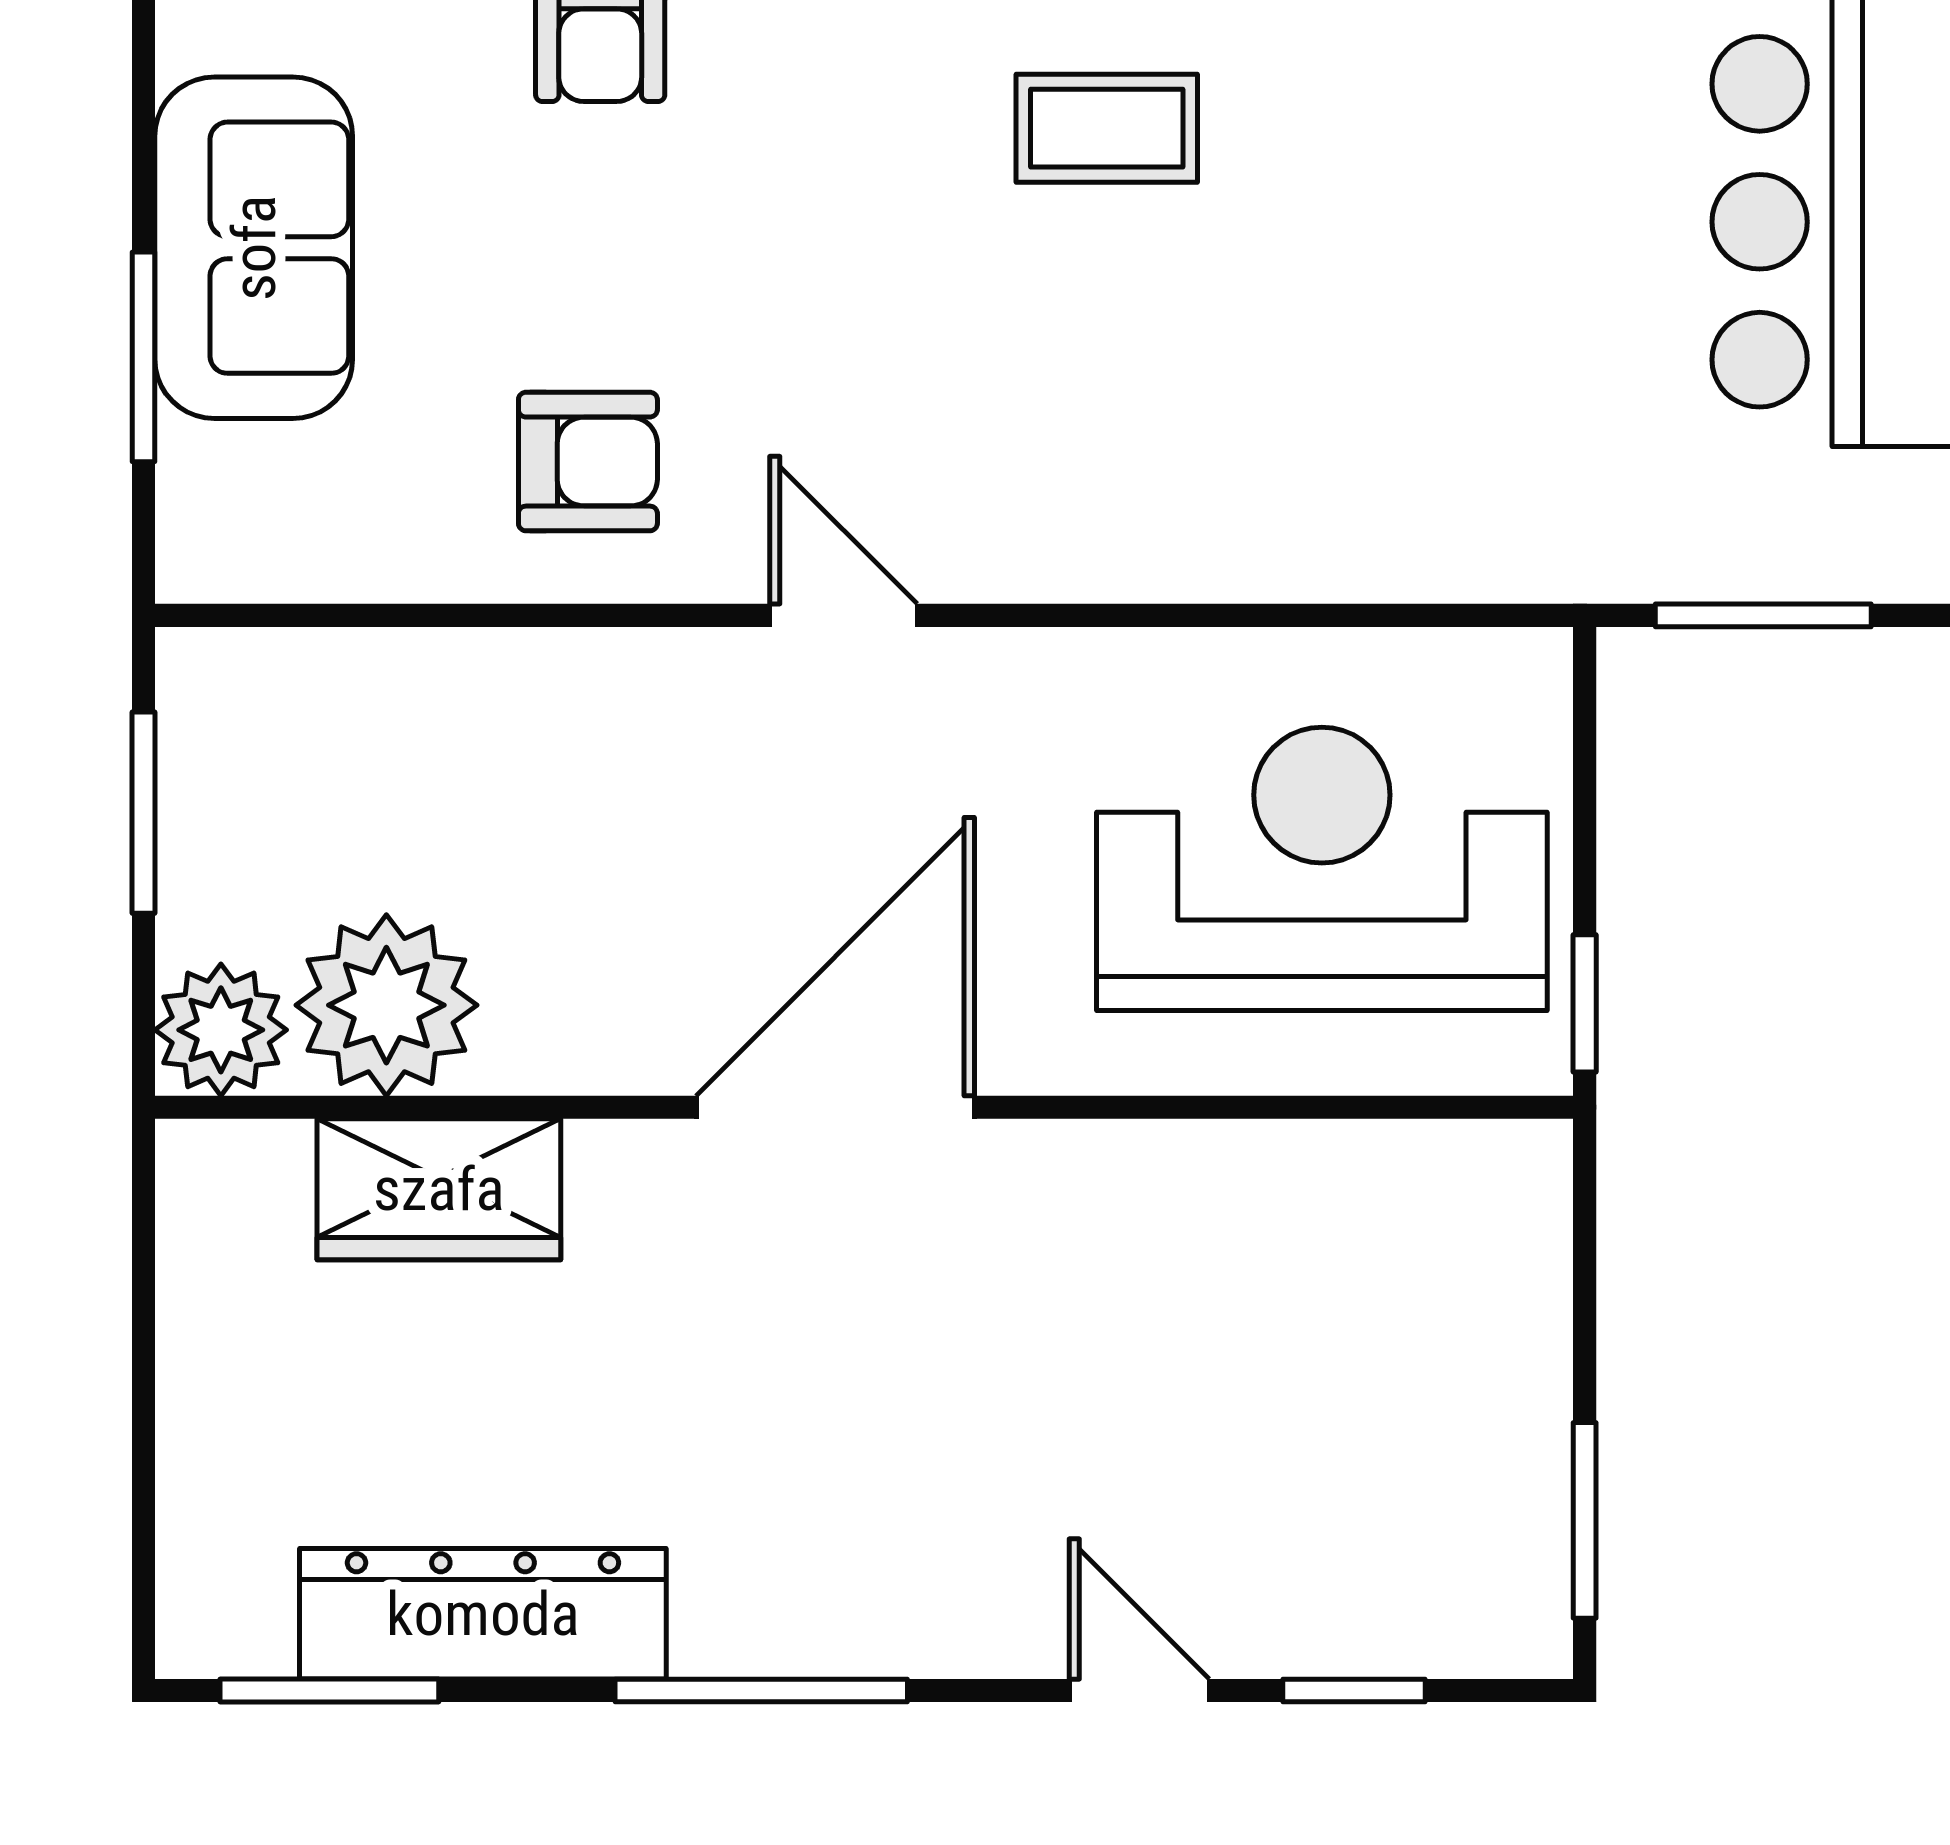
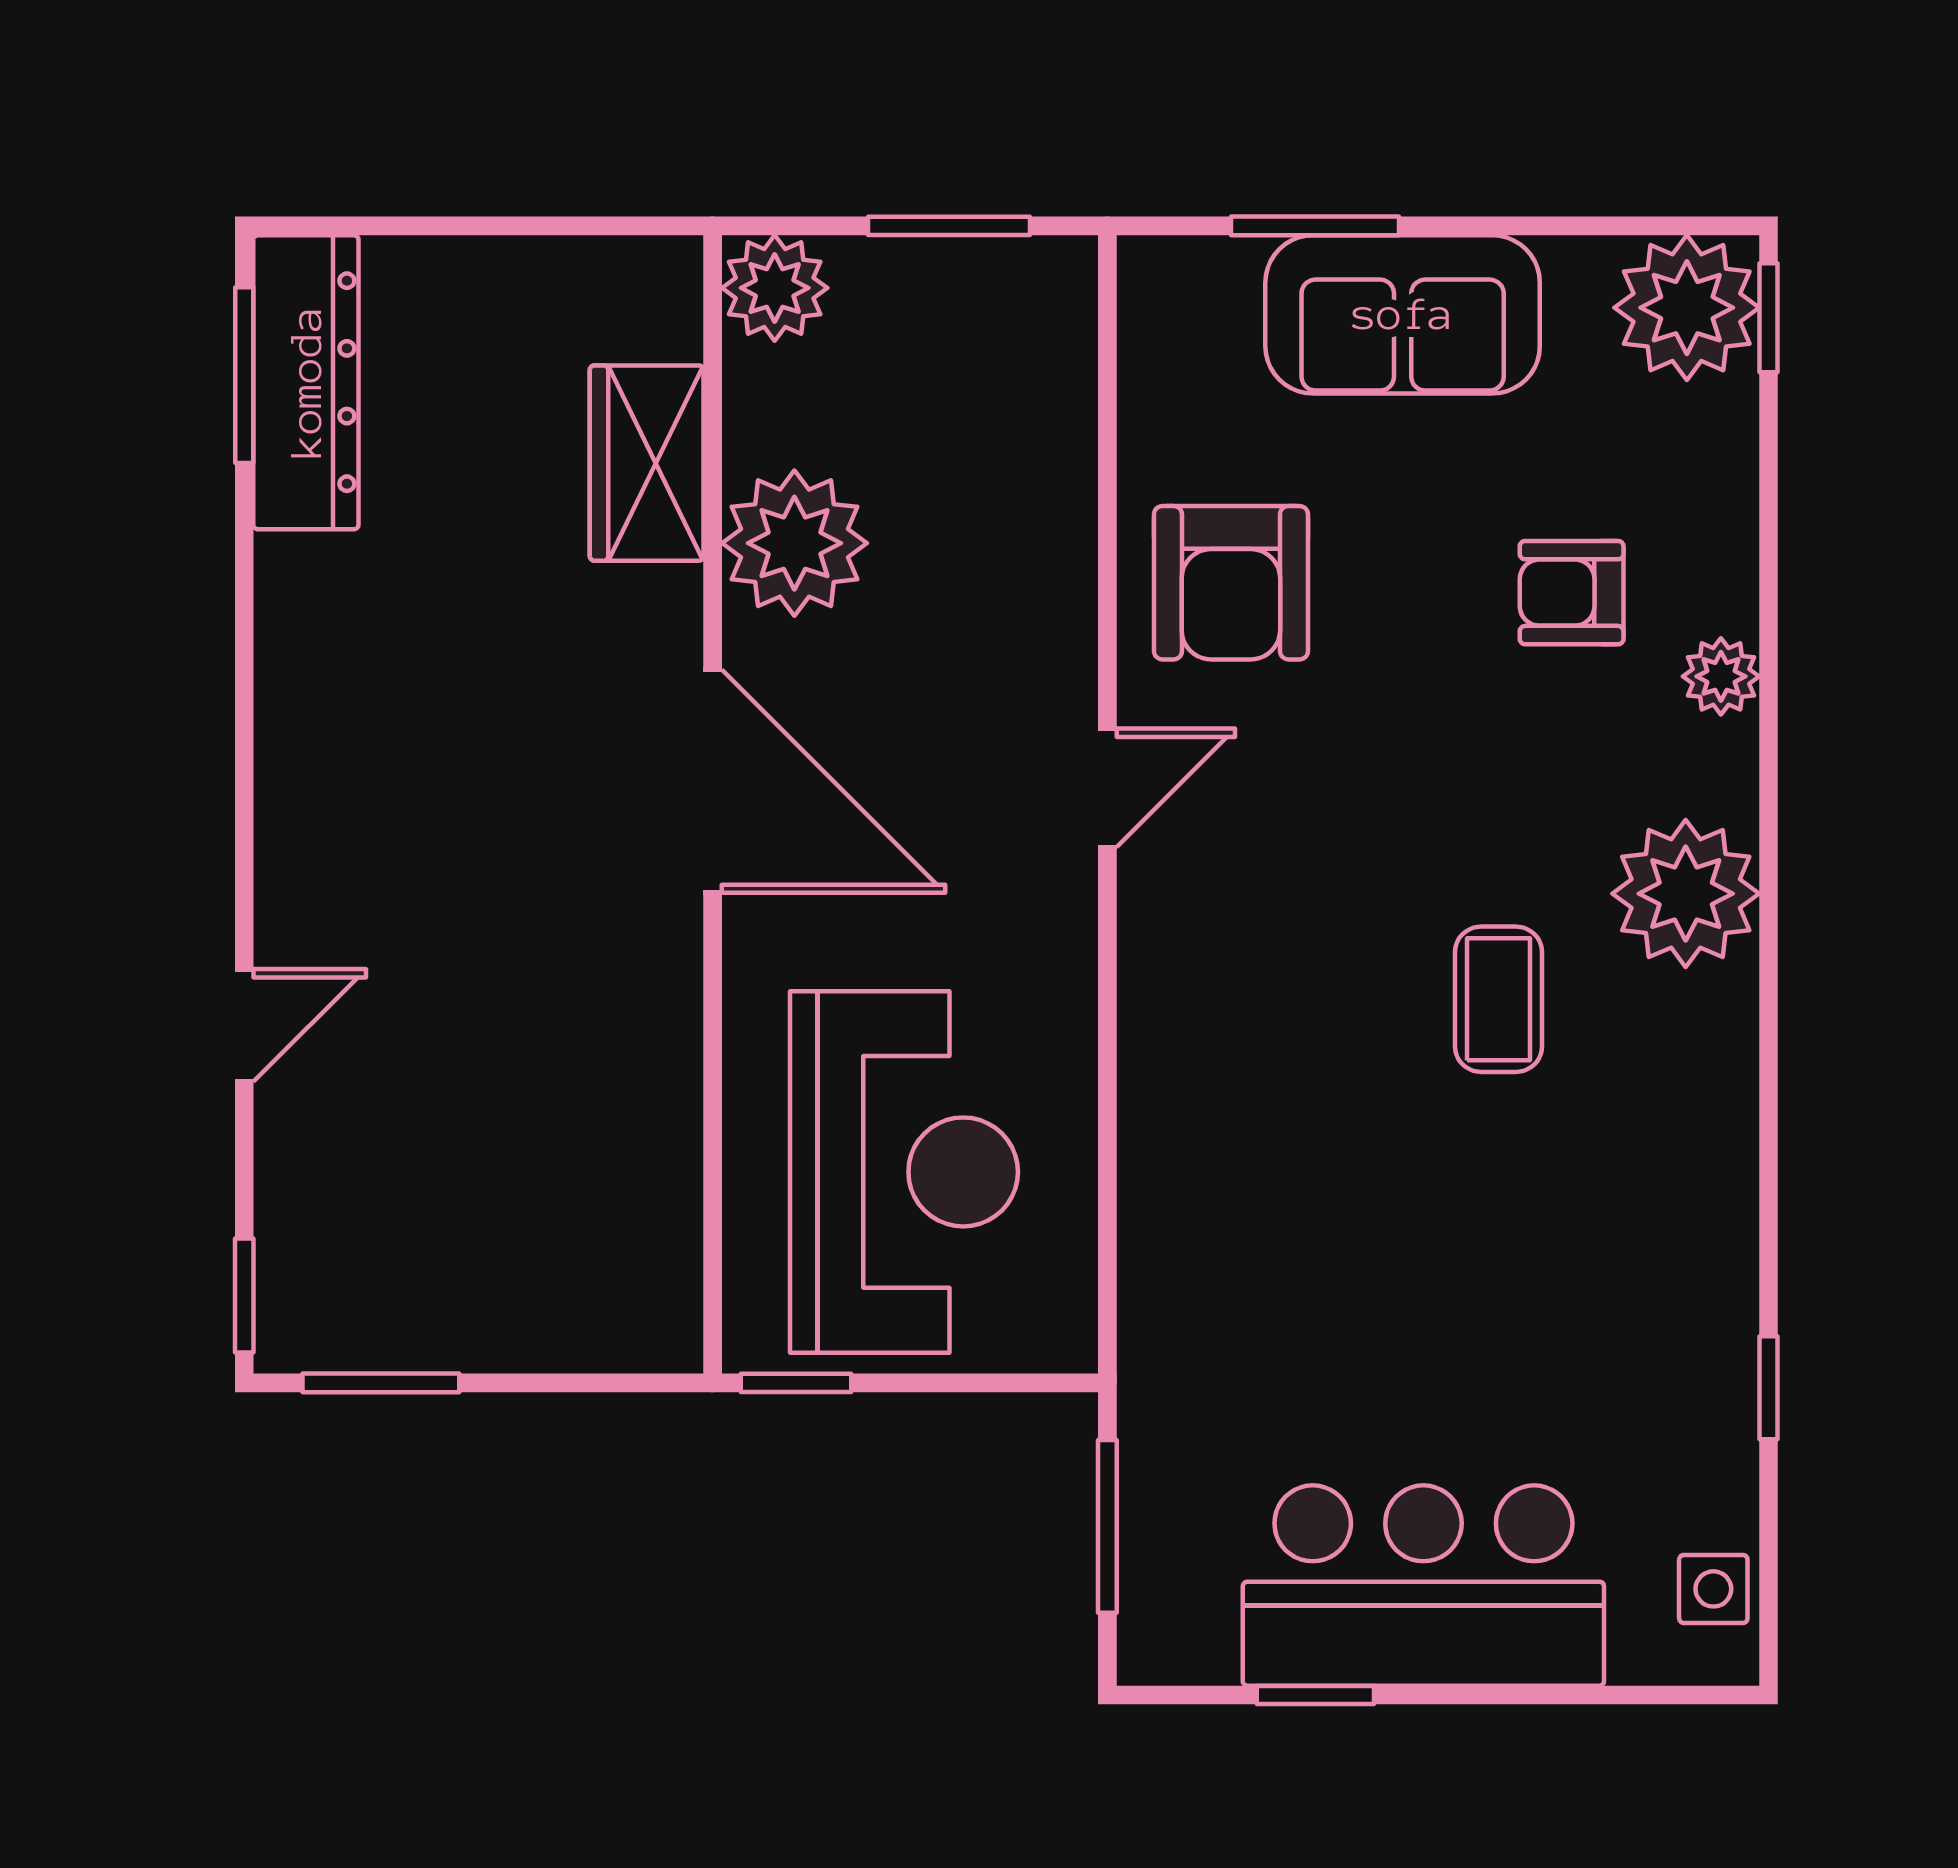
armchair: (588, 462) -> (1231, 583), width x1.38, depth x1.38
plant: (386, 1005) -> (794, 543), moved
dresser: (483, 1614) -> (306, 382), moved
window: (761, 1691) -> (244, 722), removed
window: (1354, 1691) -> (244, 1295), moved

